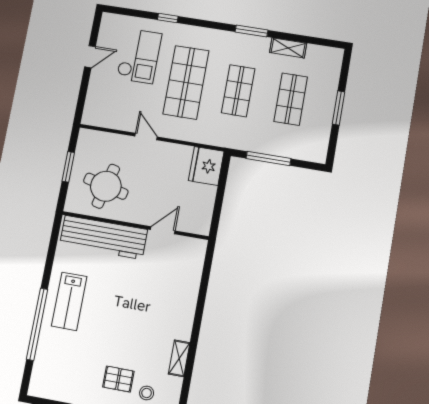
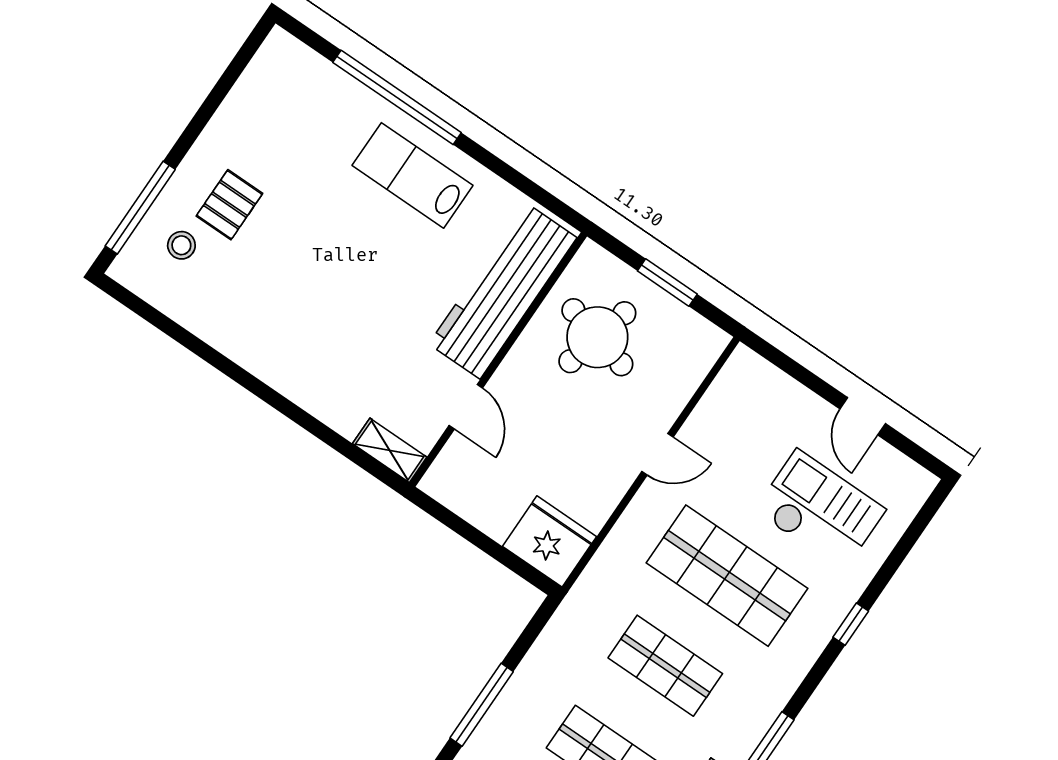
window: (168, 18) -> (851, 624), moved
checkout: (139, 56) -> (820, 510), turned 180
window: (268, 159) -> (482, 705), moved
shelving: (179, 358) -> (390, 450), moved

